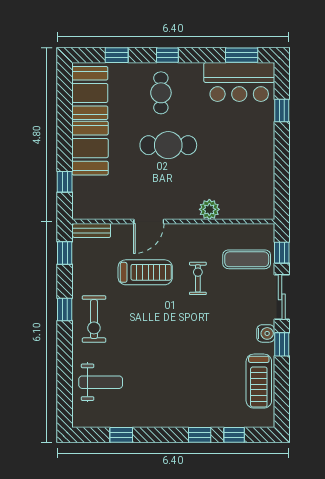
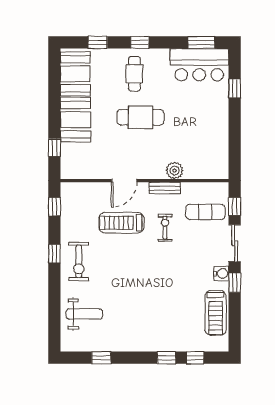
bench: (92, 231) -> (165, 188), moved
treadmill: (145, 272) -> (121, 223), turned 180

